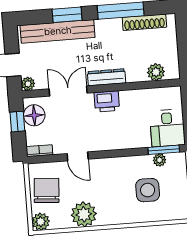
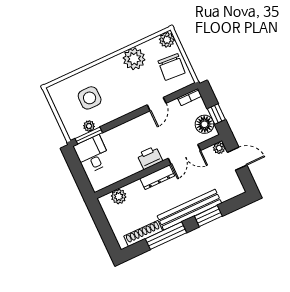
bench: (58, 31) -> (189, 210), moved
door: (78, 156) -> (157, 104), swing flipped

